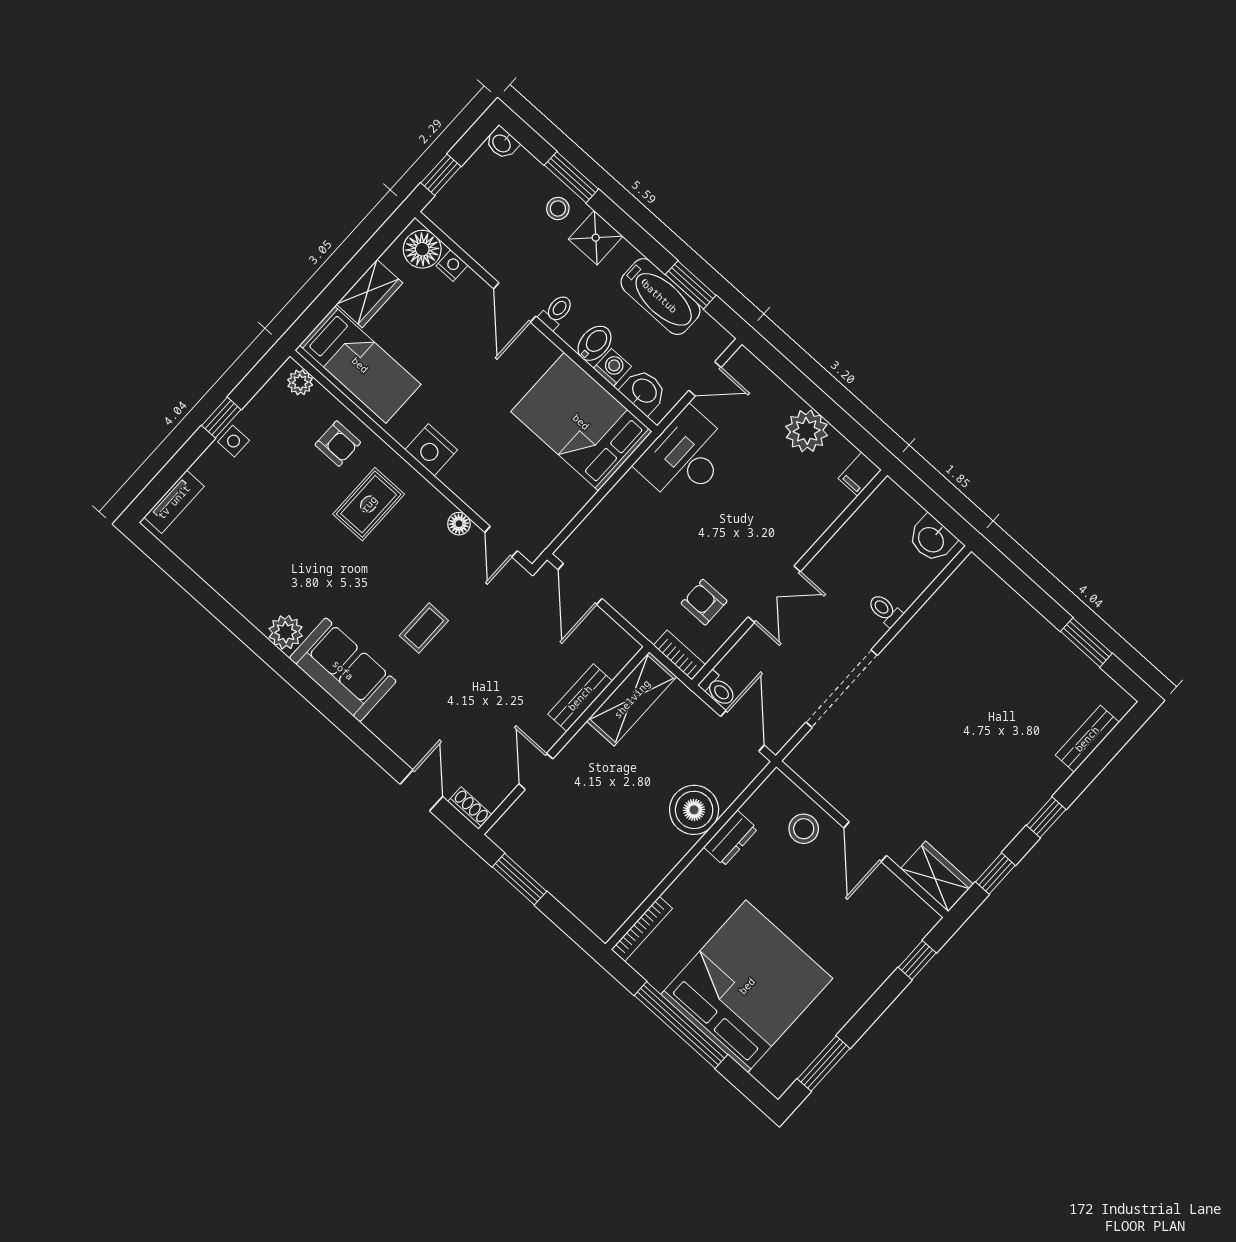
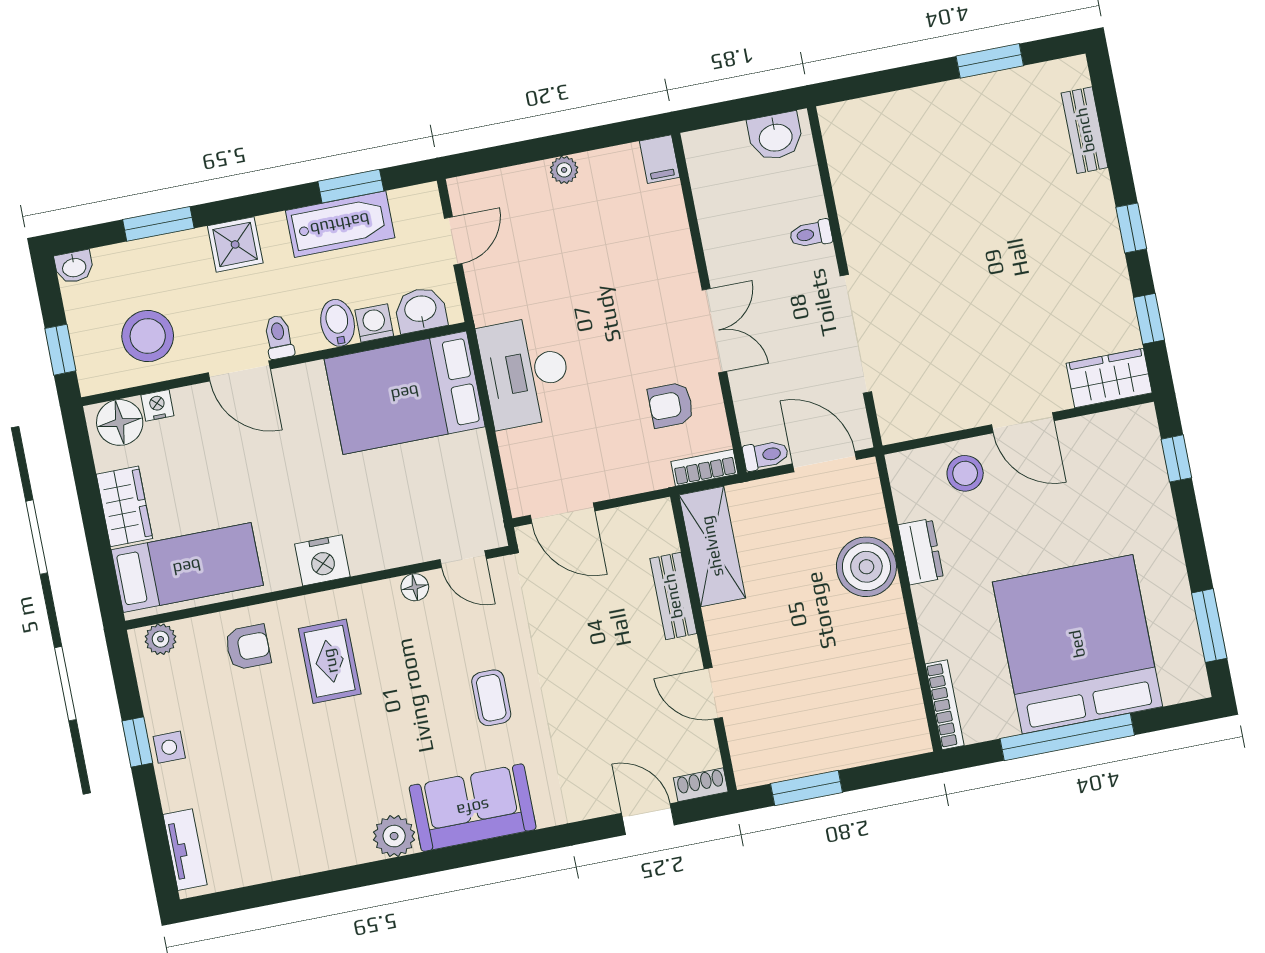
stool: (558, 209) -> (148, 336), moved, width x1.89, depth x1.89
plant: (807, 431) -> (564, 170), width x0.53, depth x0.53
desk: (685, 457) -> (525, 372), moved

